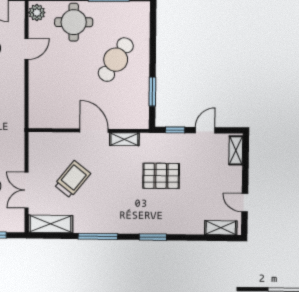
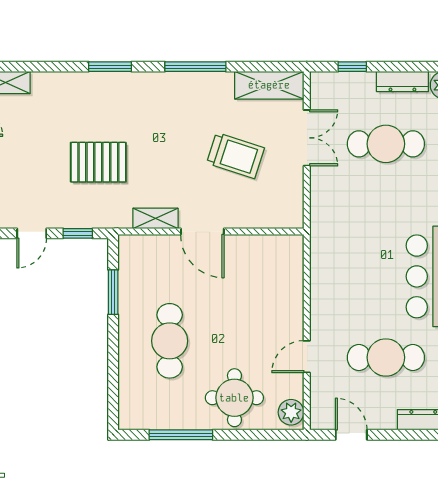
cafe table: (116, 60) -> (170, 341), turned -33
trolley: (72, 179) -> (235, 156), turned -111

